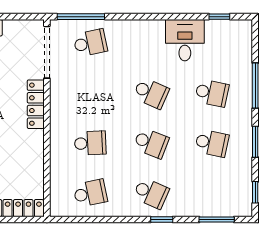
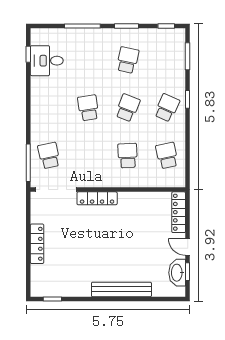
desk: (185, 40) -> (47, 61), moved
school desk: (151, 93) -> (88, 108), turned -33
school desk: (212, 93) -> (88, 60), removed

